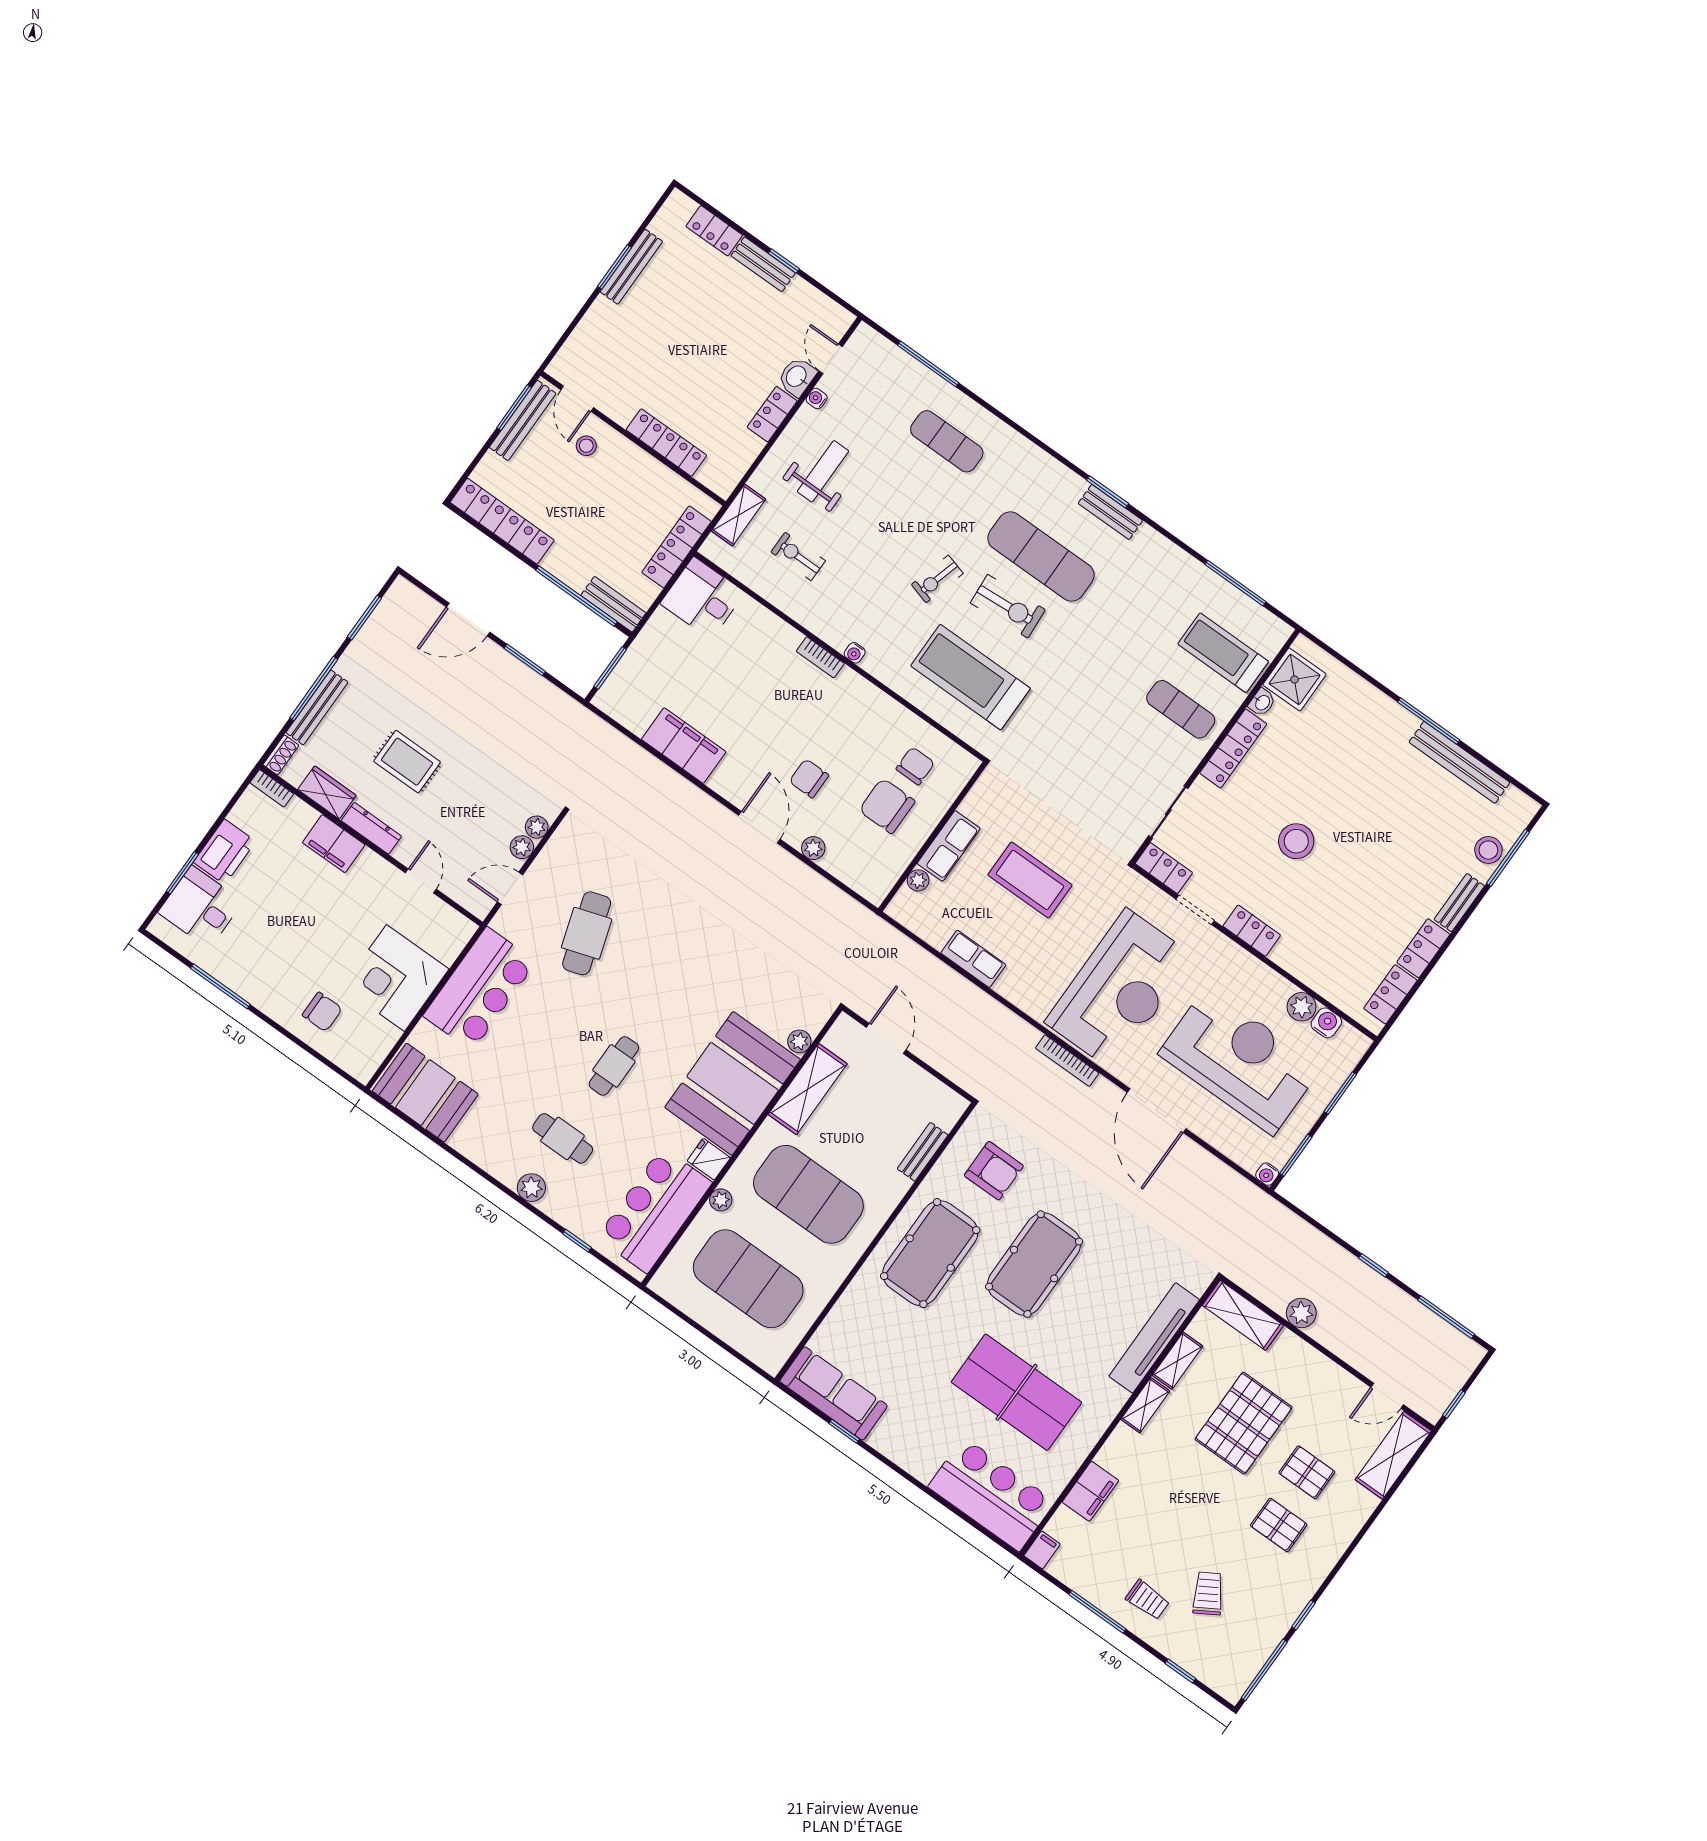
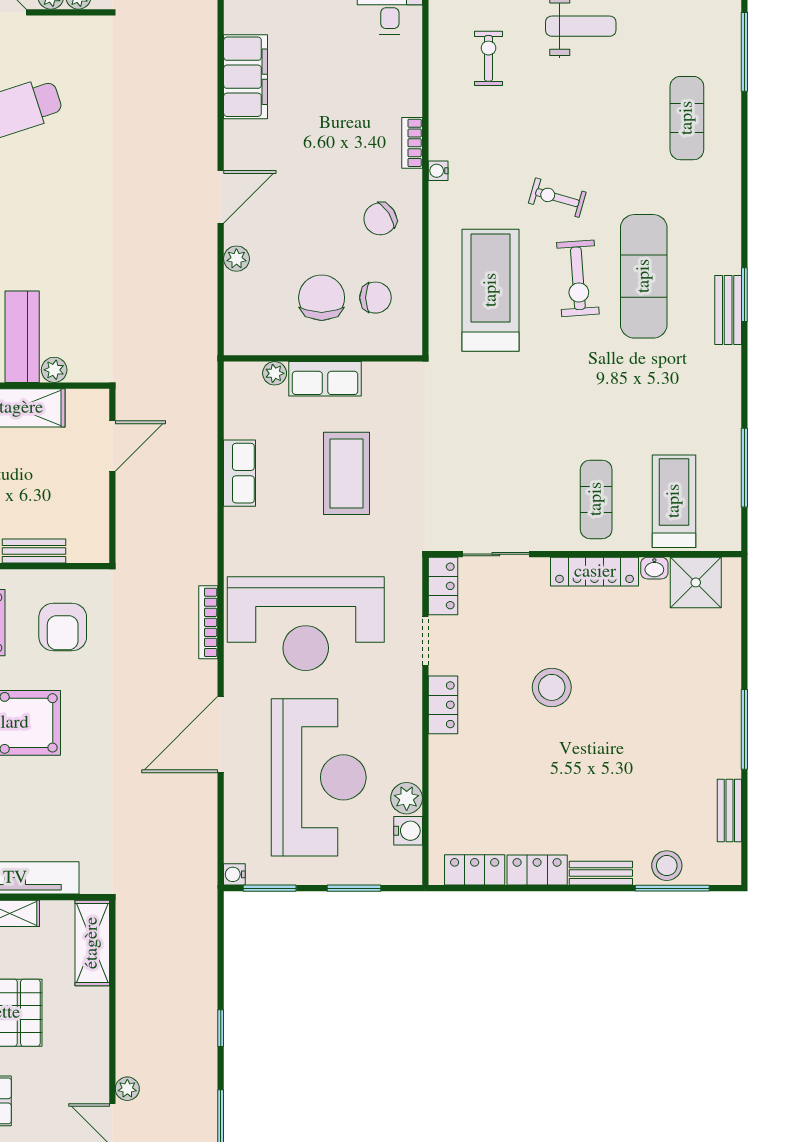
bench: (1459, 762) -> (729, 810), width x0.54, depth x0.82
chair: (809, 778) -> (380, 219), moved, turned -123
plant: (1301, 1313) -> (127, 1089), moved, width x0.73, depth x0.73

